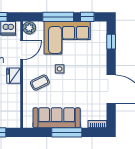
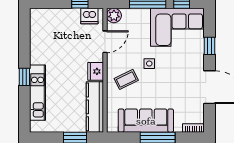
corner sofa: (67, 38) -> (177, 27), moved
window: (111, 42) -> (209, 46), moved
kitchen counter: (13, 106) -> (95, 107), added

